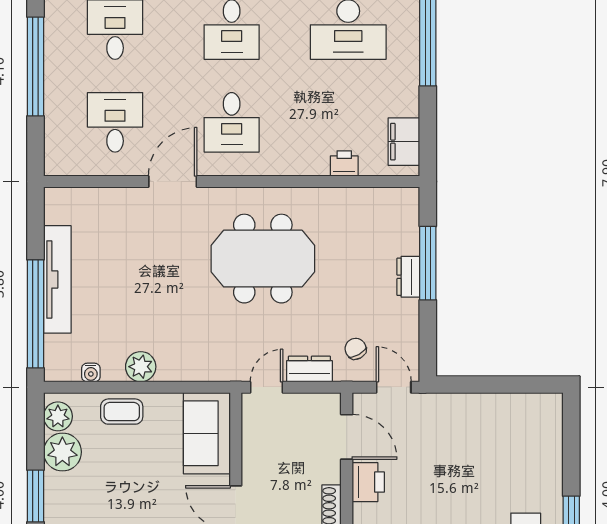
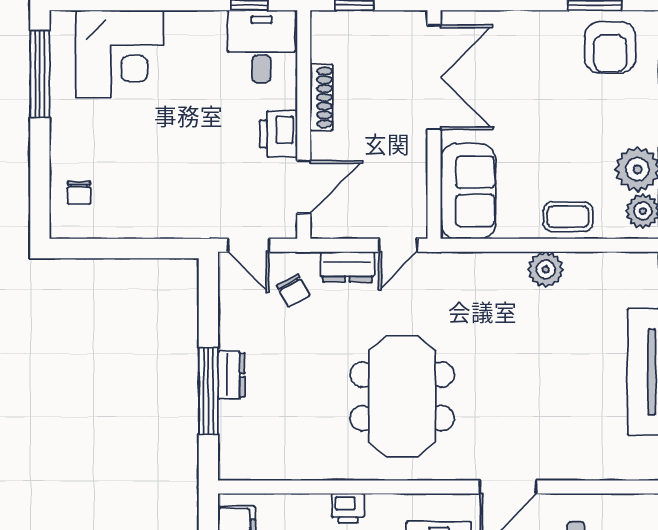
printer: (344, 163) -> (348, 508), moved
meeting table: (263, 259) -> (402, 396), turned 90
water cooler: (91, 372) -> (604, 263), removed
chair: (538, 432) -> (79, 193), added
door: (347, 437) -> (304, 187), swing flipped

